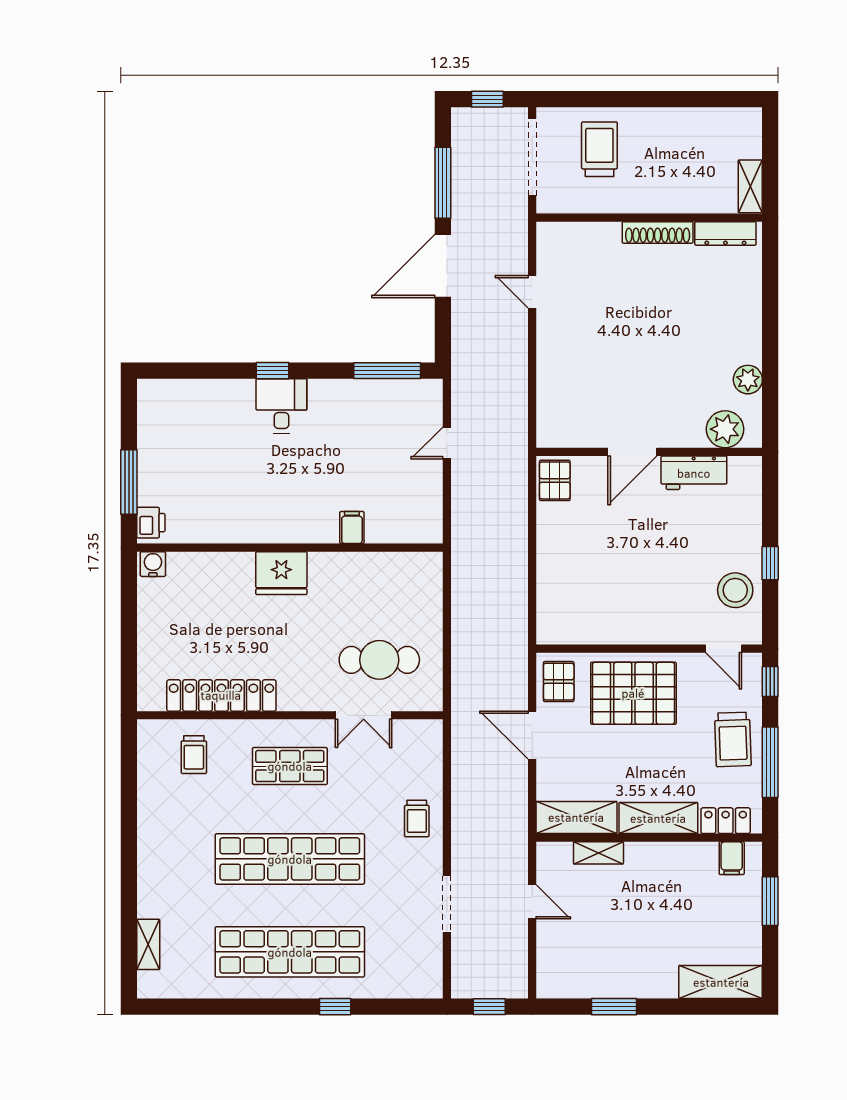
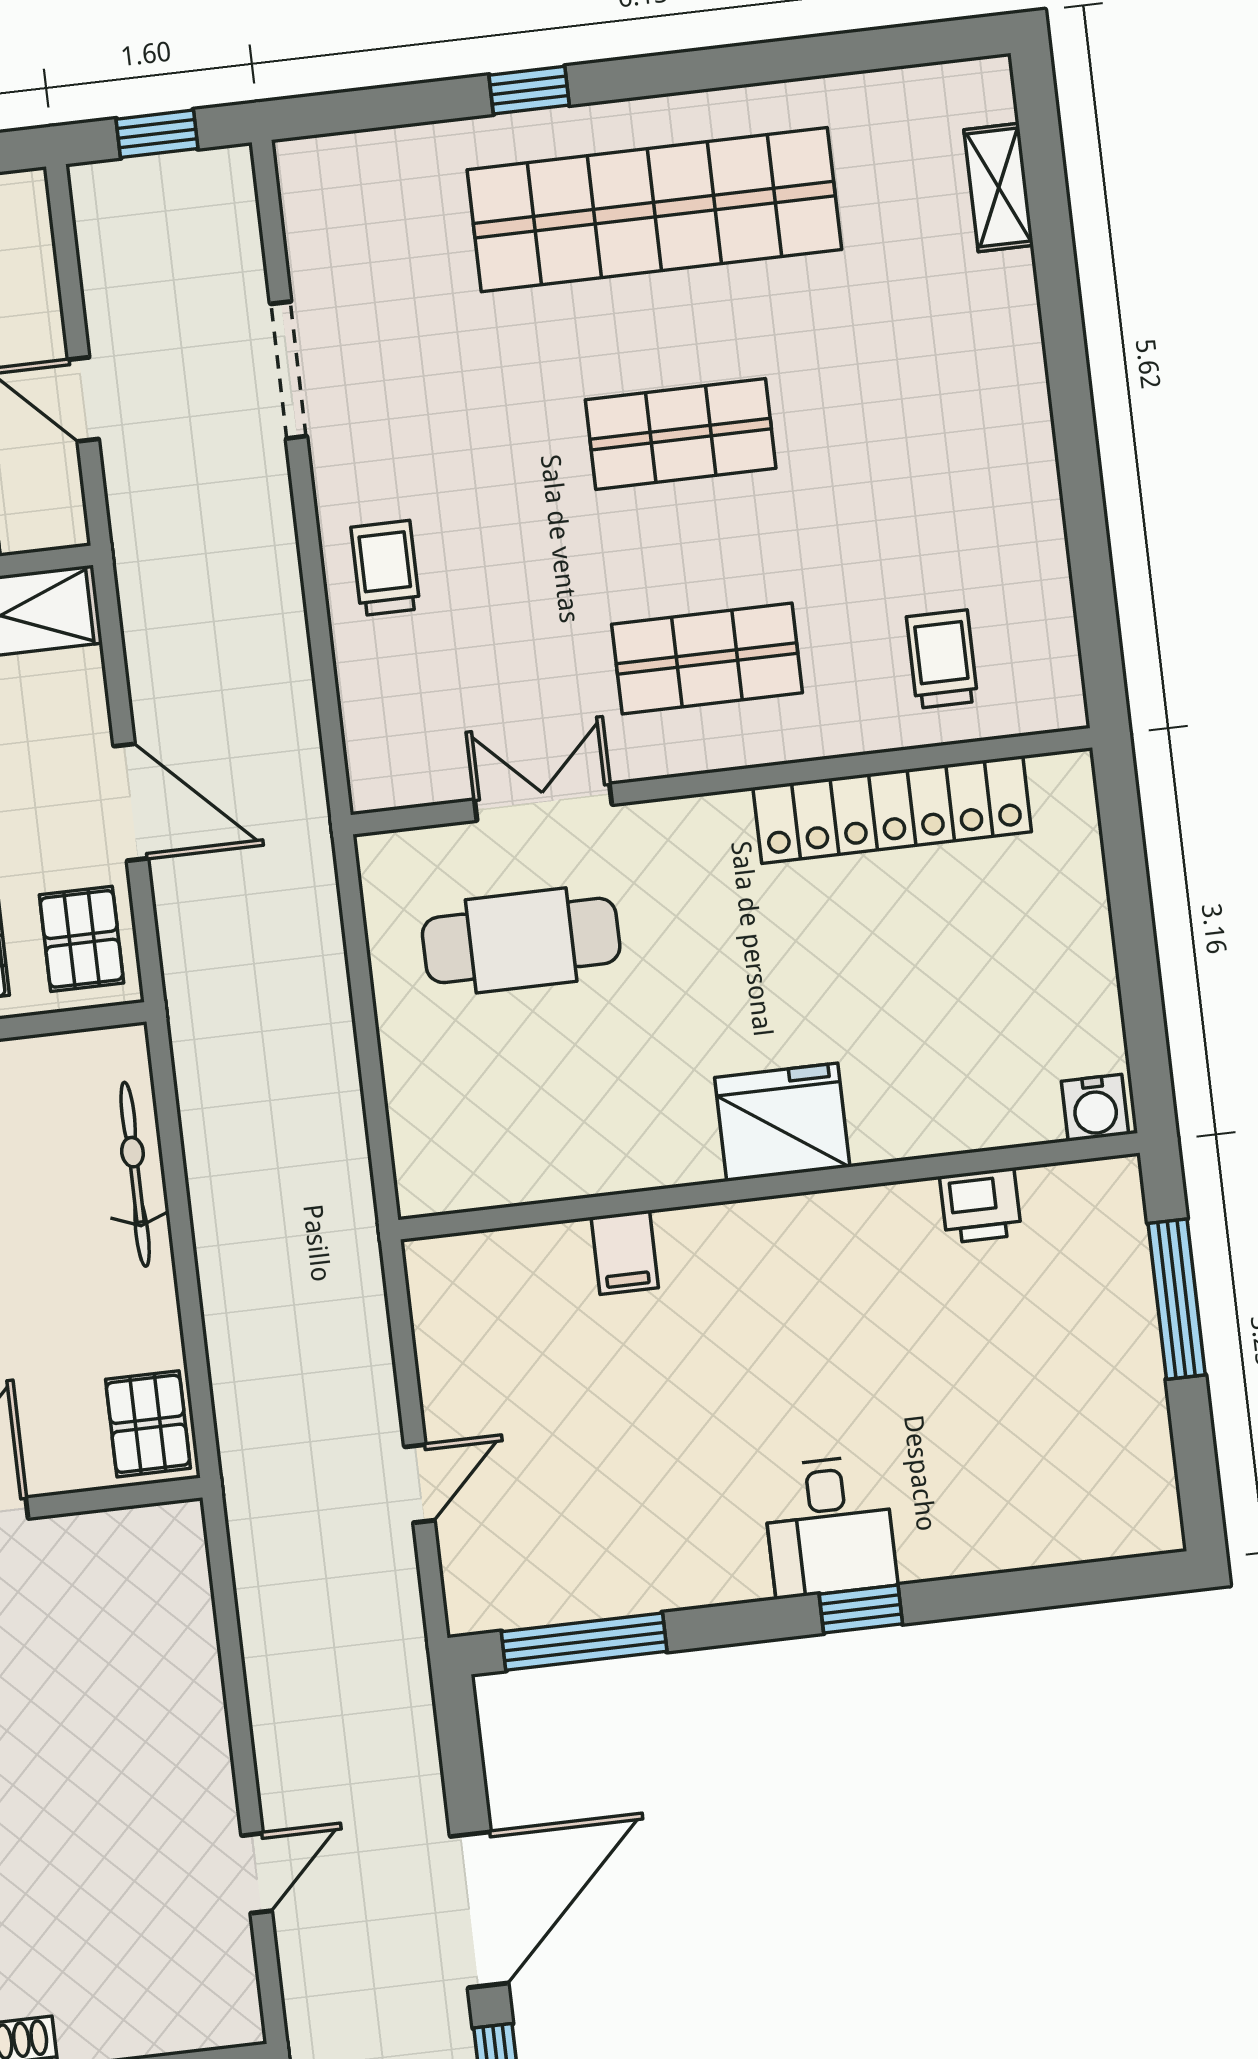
door: (532, 292) -> (257, 1873), hinge flipped
printer: (151, 523) -> (981, 1205), moved, turned -90
bicycle: (548, 583) -> (135, 1174), added
shop shelf: (290, 859) -> (681, 434), width x0.50, depth x0.74

